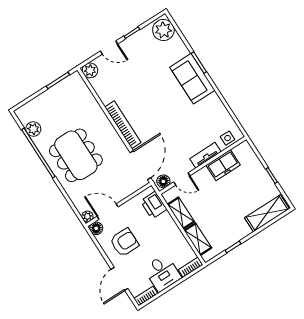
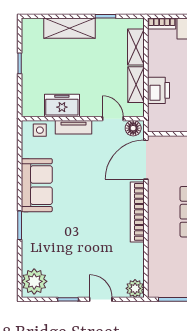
sofa: (192, 79) -> (37, 185), moved
printer: (154, 205) -> (158, 90), moved
shelving: (267, 213) -> (70, 28), moved

